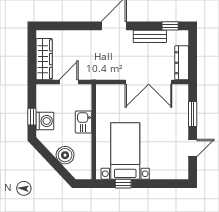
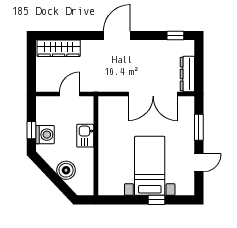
bench: (150, 36) -> (154, 46), removed
wardrobe: (44, 59) -> (59, 48), moved, turned 90
bed with nightstands: (125, 151) -> (150, 166), moved
window: (123, 184) -> (156, 200), moved

